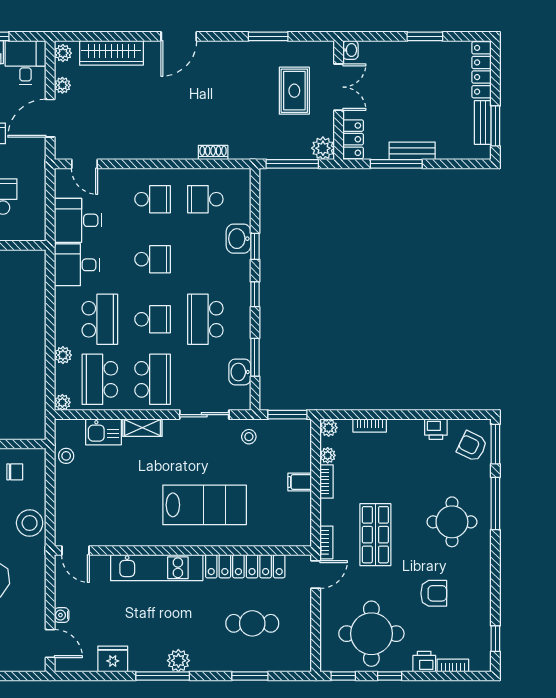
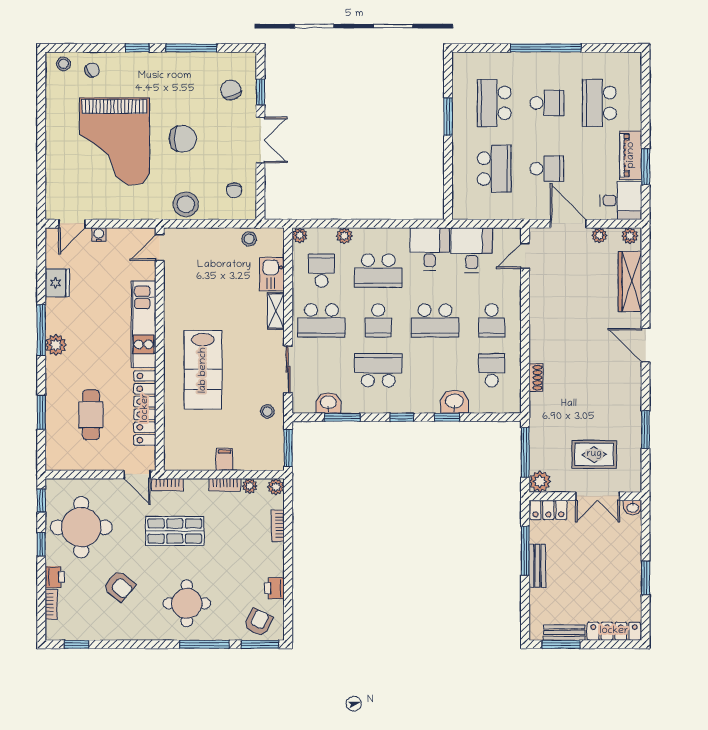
school desk: (153, 259) -> (435, 320), width x1.85
school desk: (100, 379) -> (321, 271), width x0.54
armchair: (434, 593) -> (119, 586), turned -51

